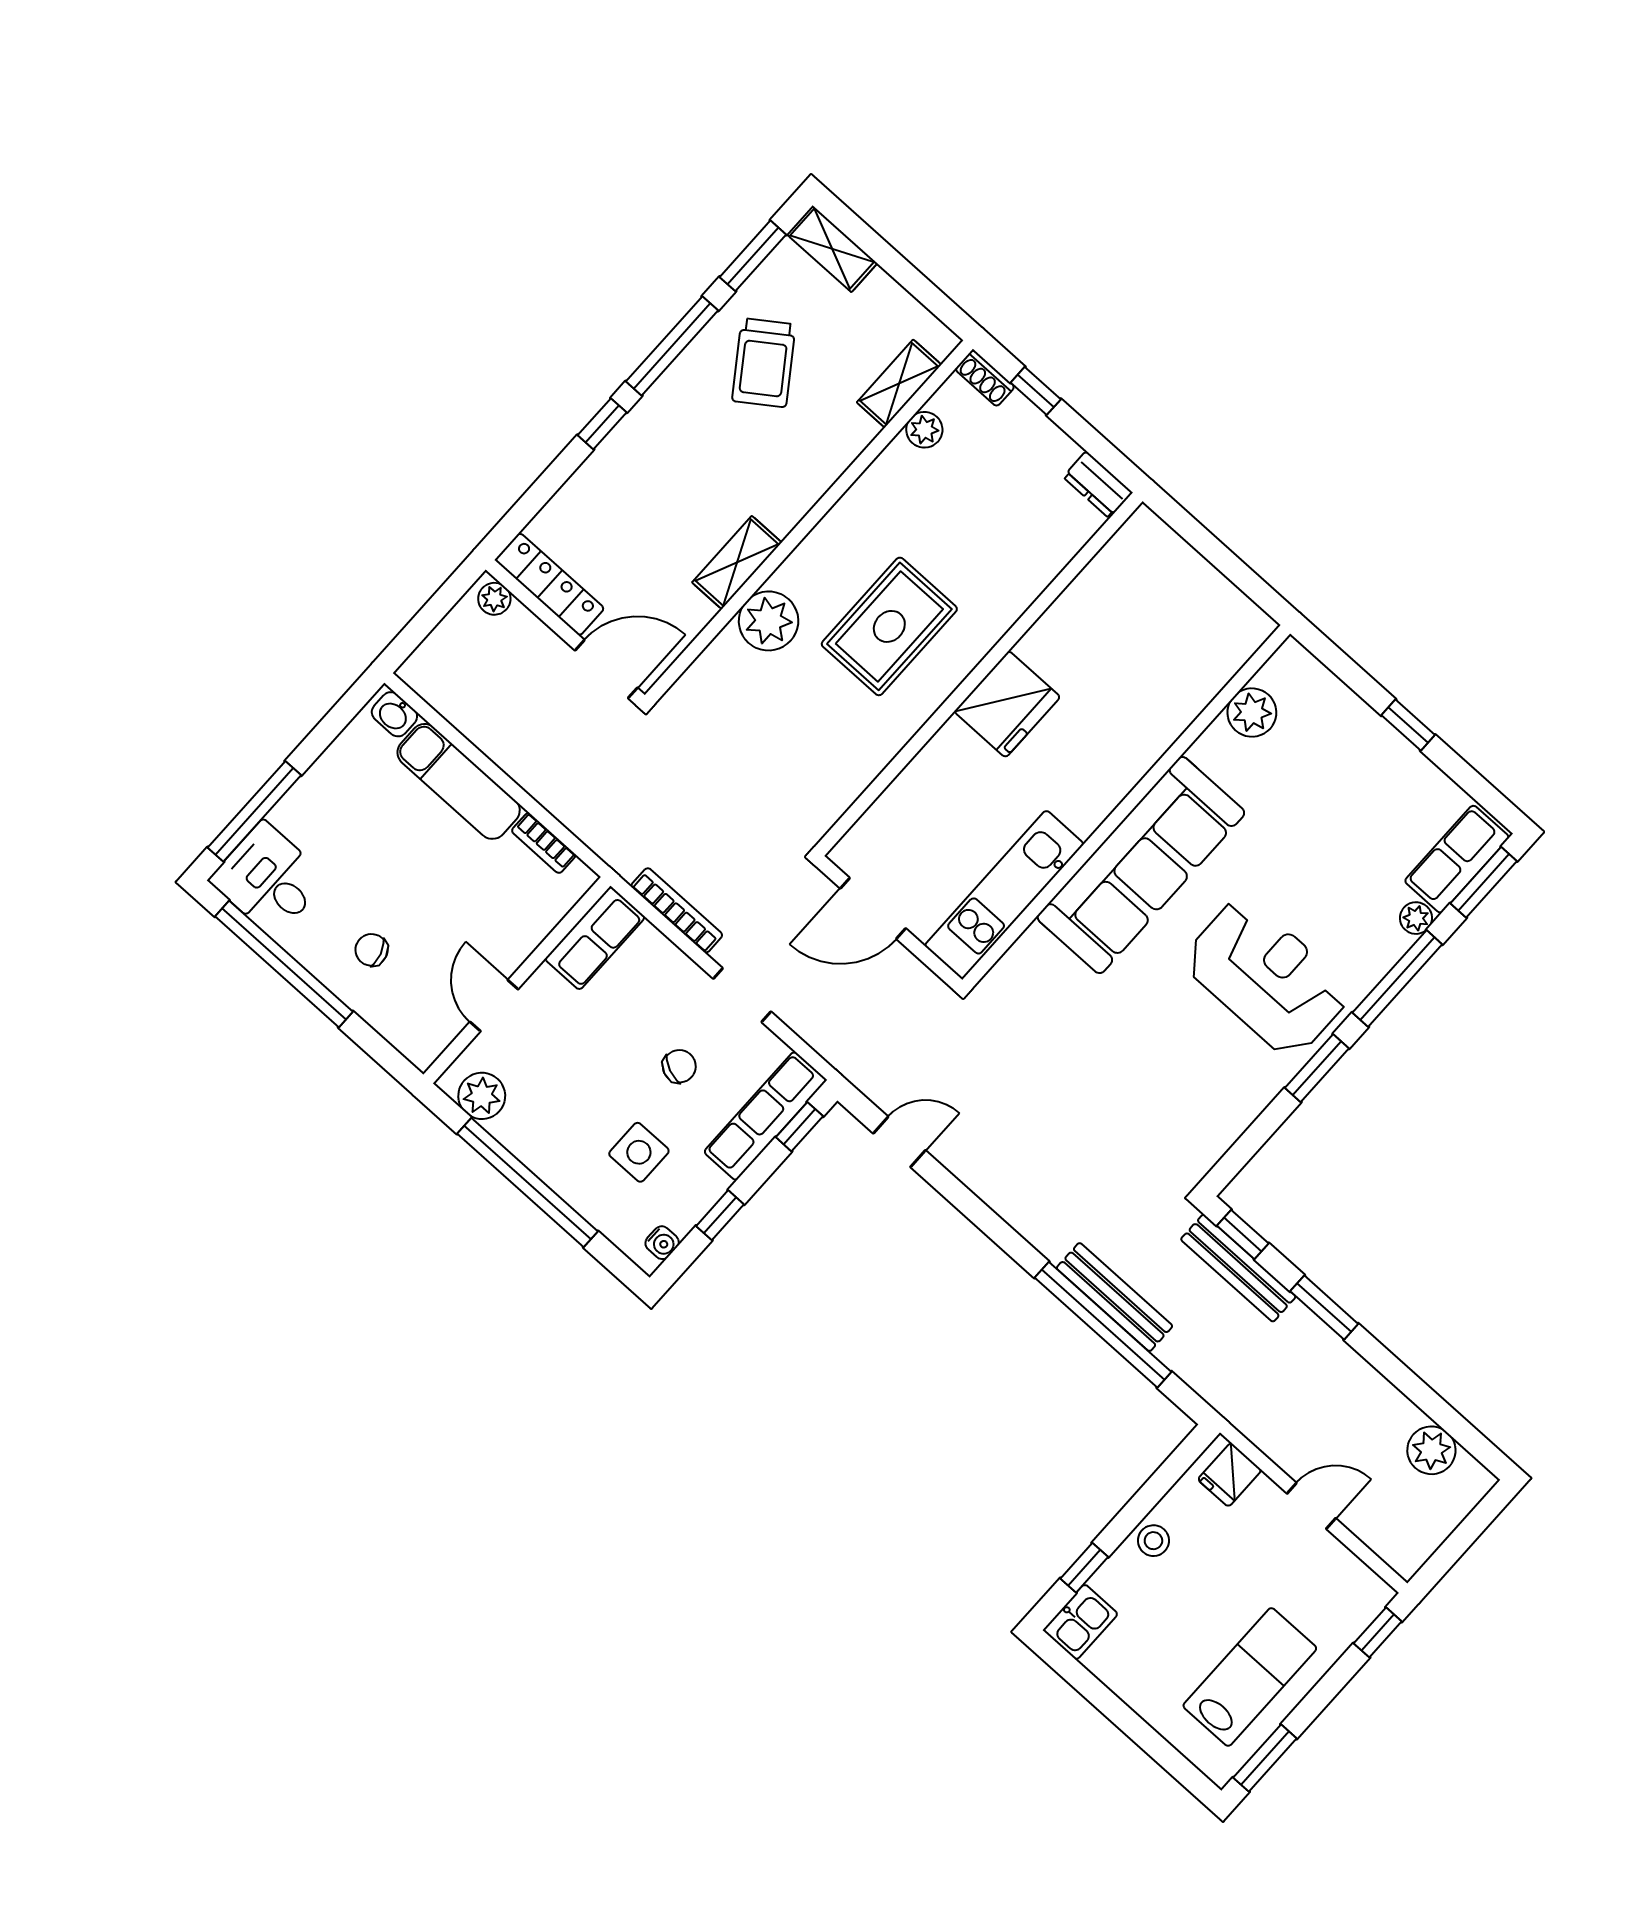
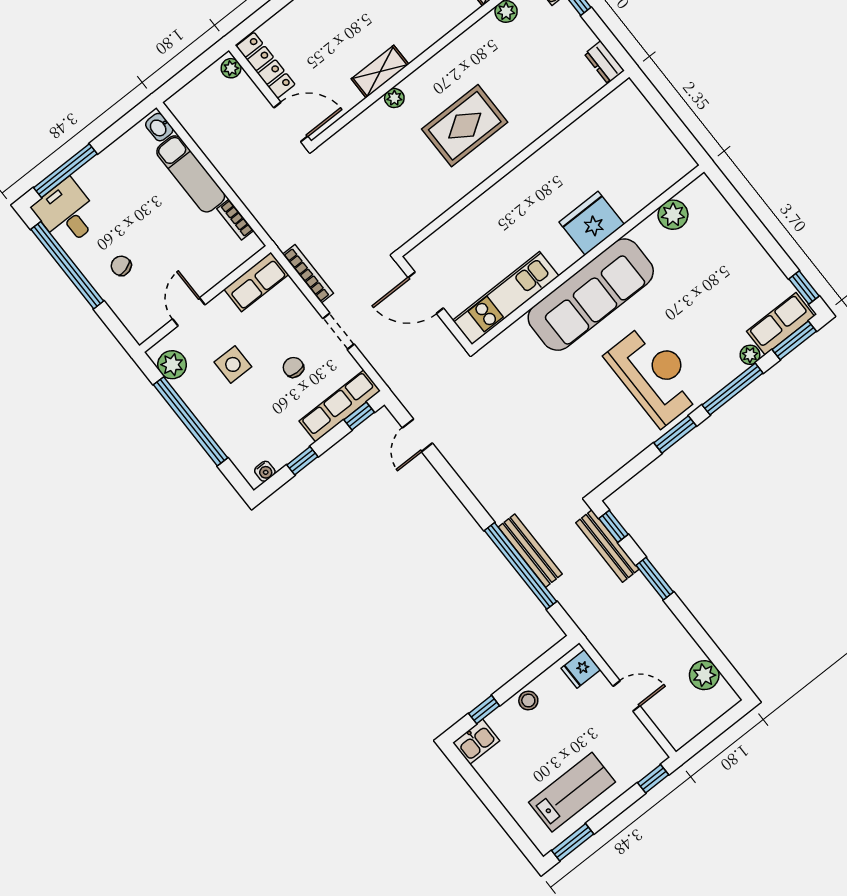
plant: (769, 621) -> (394, 98), width x0.53, depth x0.53
fridge: (1007, 704) -> (592, 223), moved, turned 180
window: (1408, 725) -> (804, 287), moved
chair: (679, 1066) -> (293, 367), turned -111
door: (899, 1142) -> (417, 435), swing flipped
side table: (639, 1152) -> (233, 364), moved

